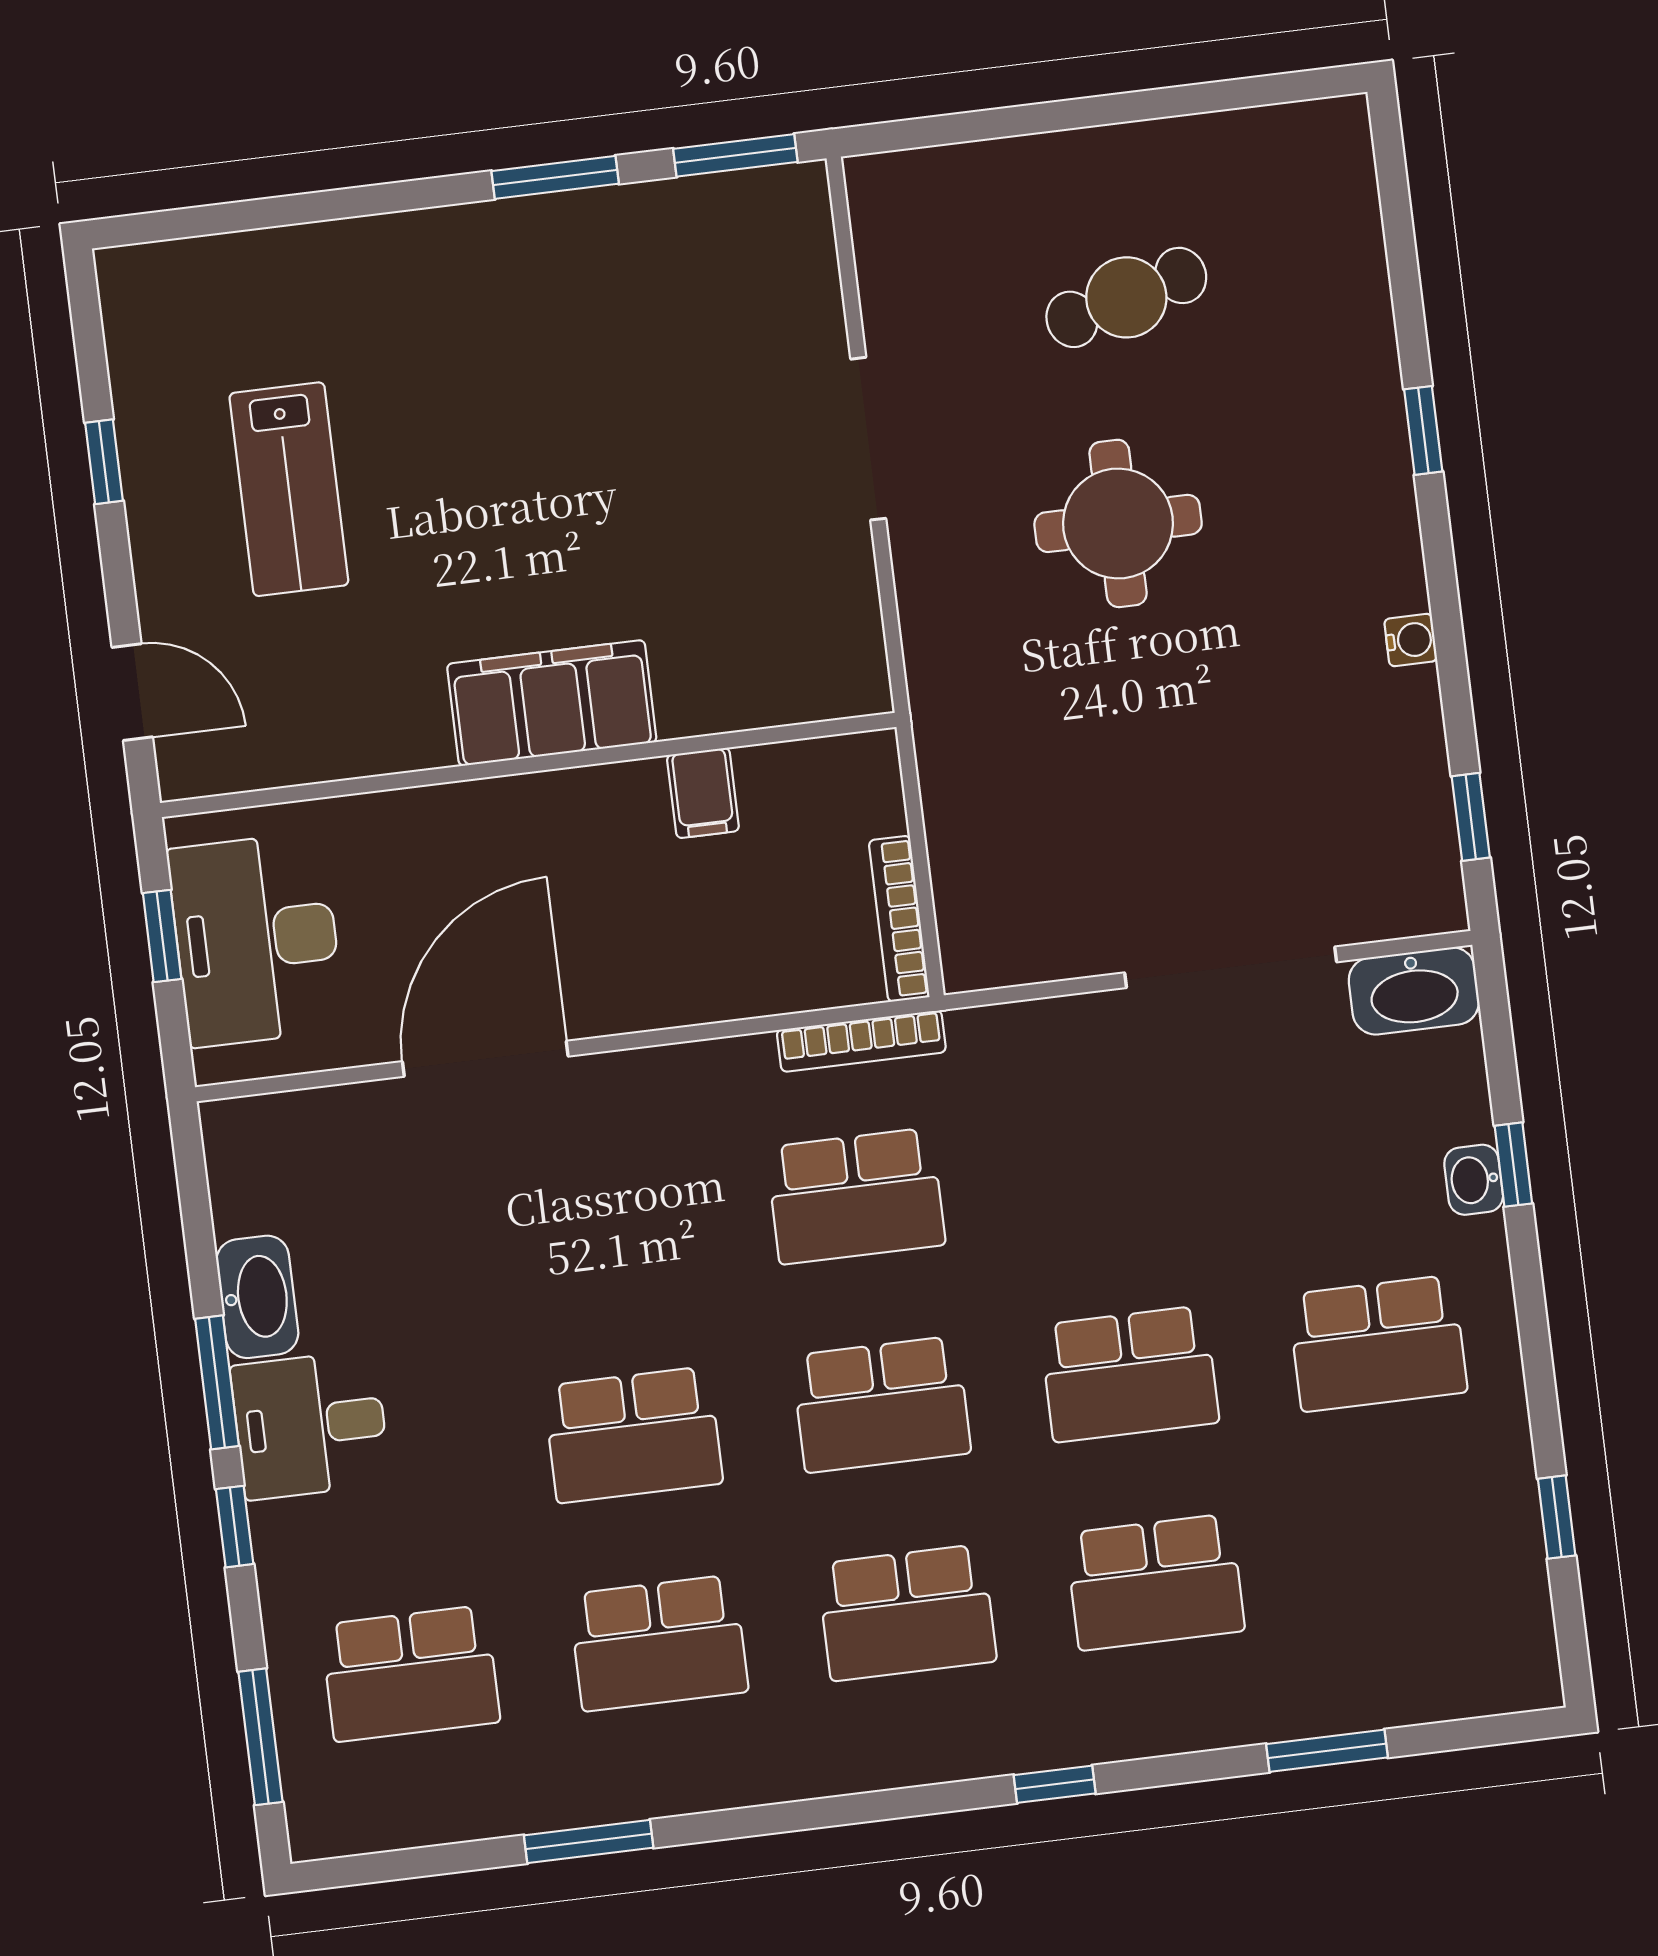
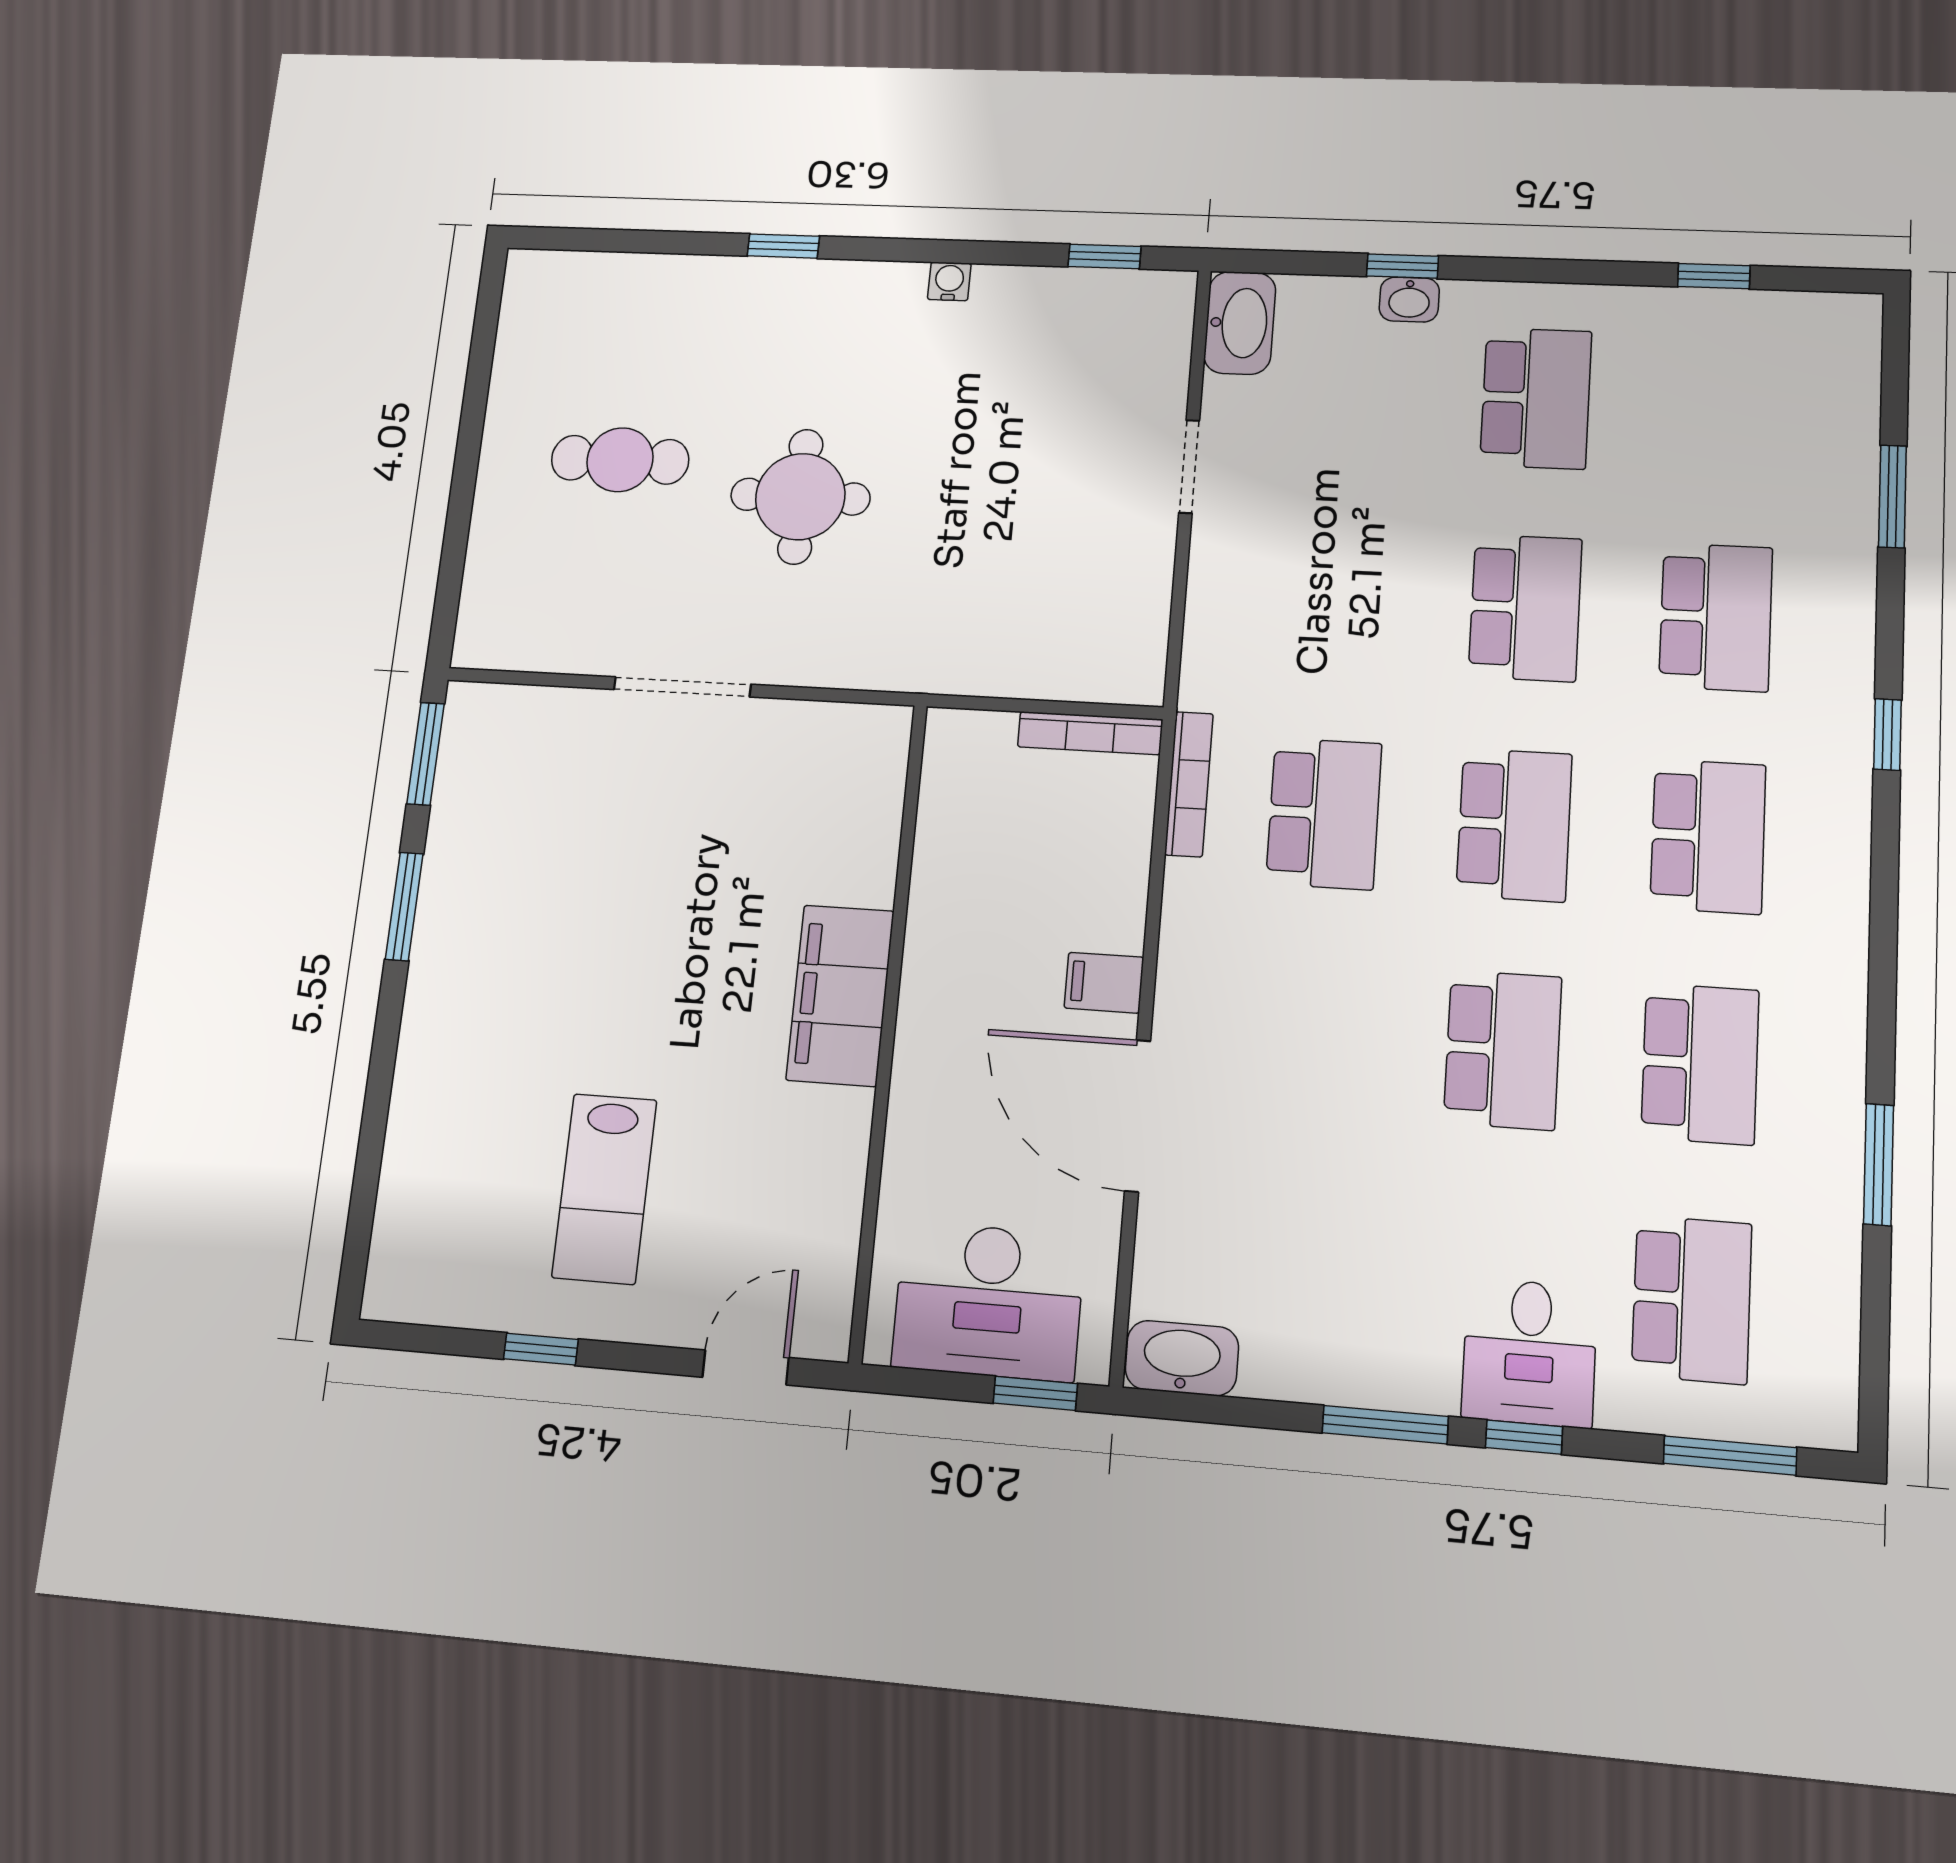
cafe table: (1126, 297) -> (620, 460), turned -75
lab bench: (289, 489) -> (604, 1189), turned 90
filing cabinet: (703, 793) -> (1104, 983), moved, turned 180
window: (162, 936) -> (1035, 1393), moved
doorway: (1231, 967) -> (1189, 467), width x0.53
washbasin: (257, 1297) -> (1182, 1358), moved
desk: (310, 1425) -> (1529, 1353), moved

